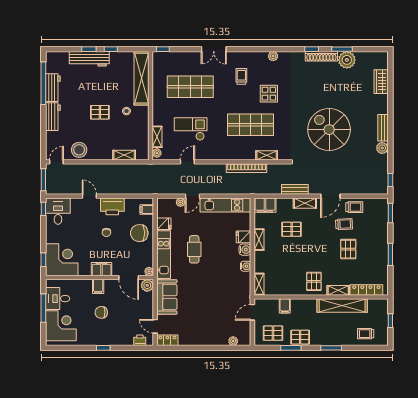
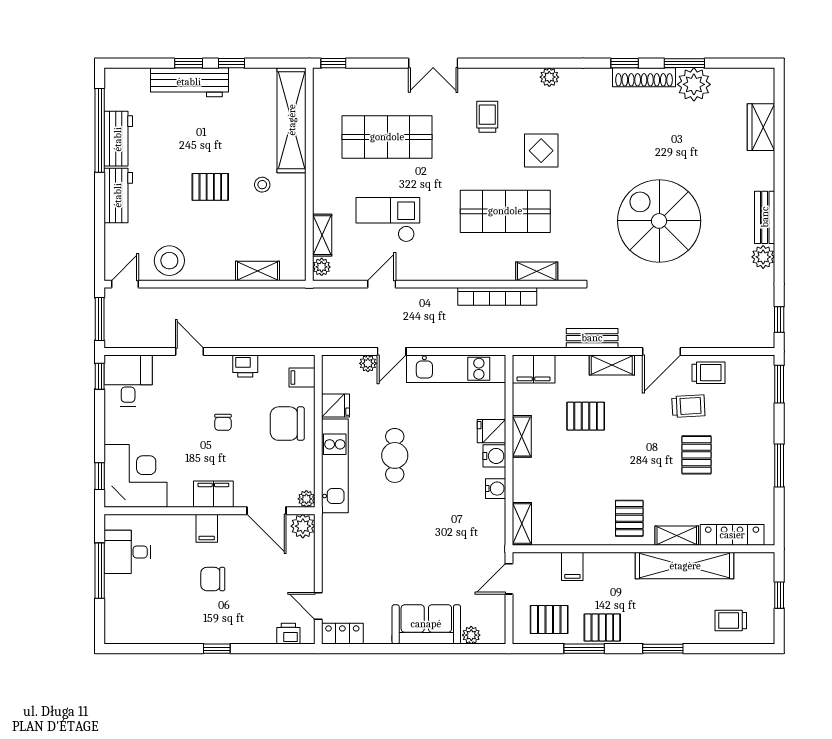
printer: (112, 206) -> (245, 366), width x0.53, depth x0.68
sofa: (167, 297) -> (426, 624), moved, turned -90
corner desk: (61, 326) -> (134, 605), removed

